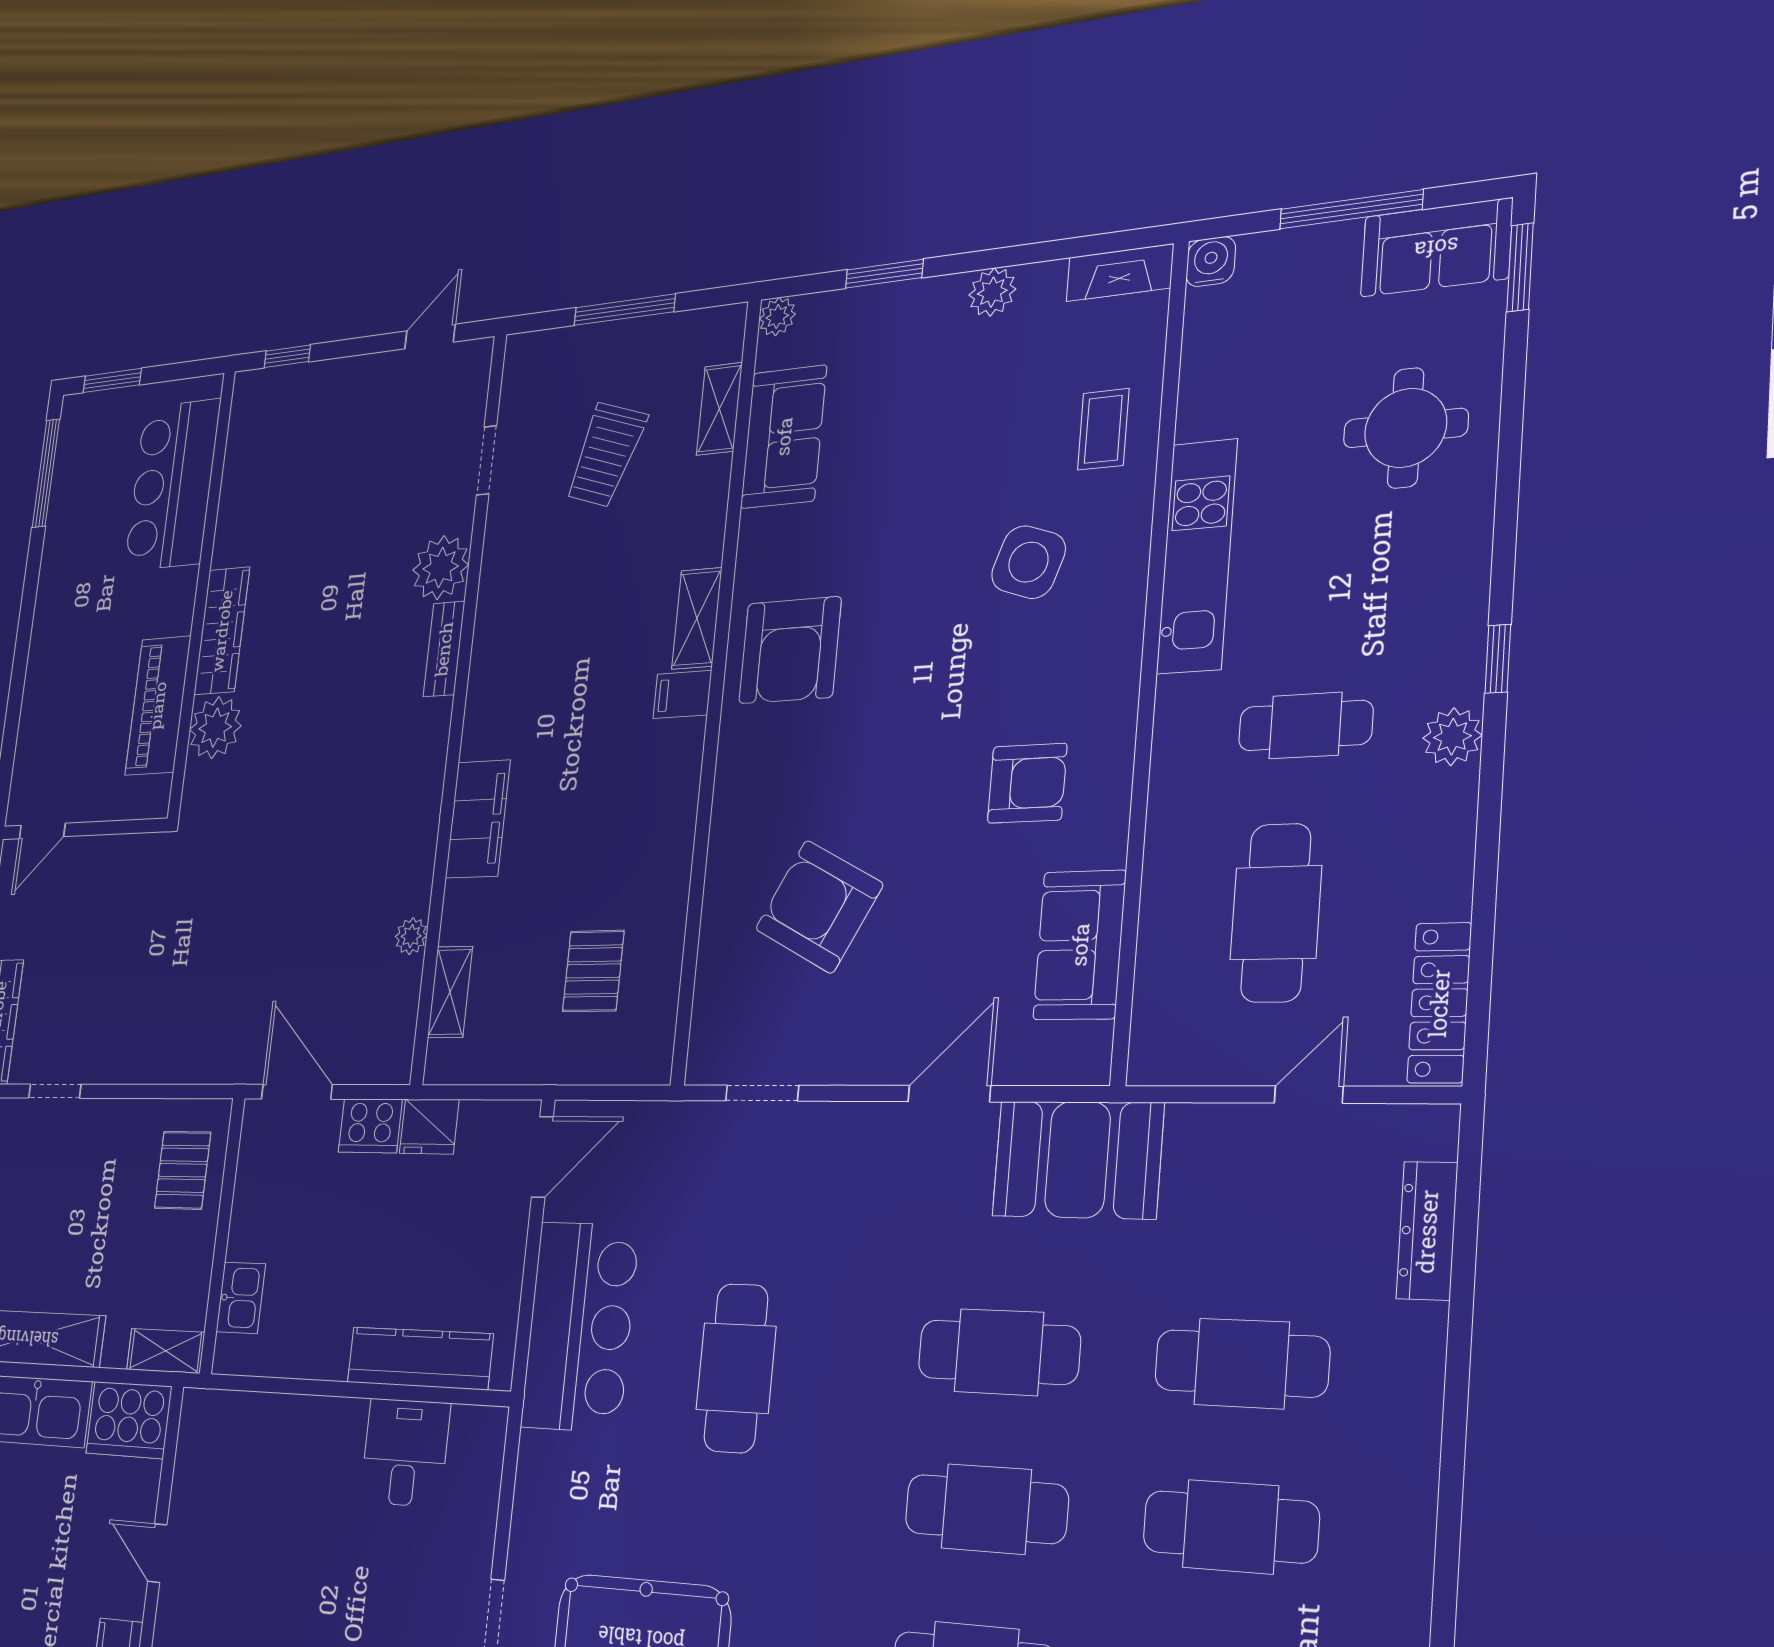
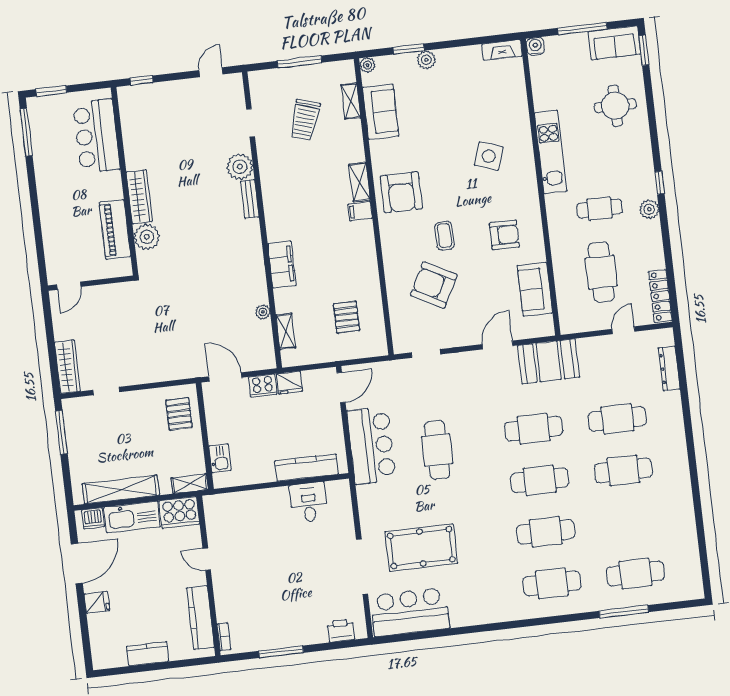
plant: (992, 292) -> (426, 60), moved
coffee table: (1103, 429) -> (444, 236), moved

